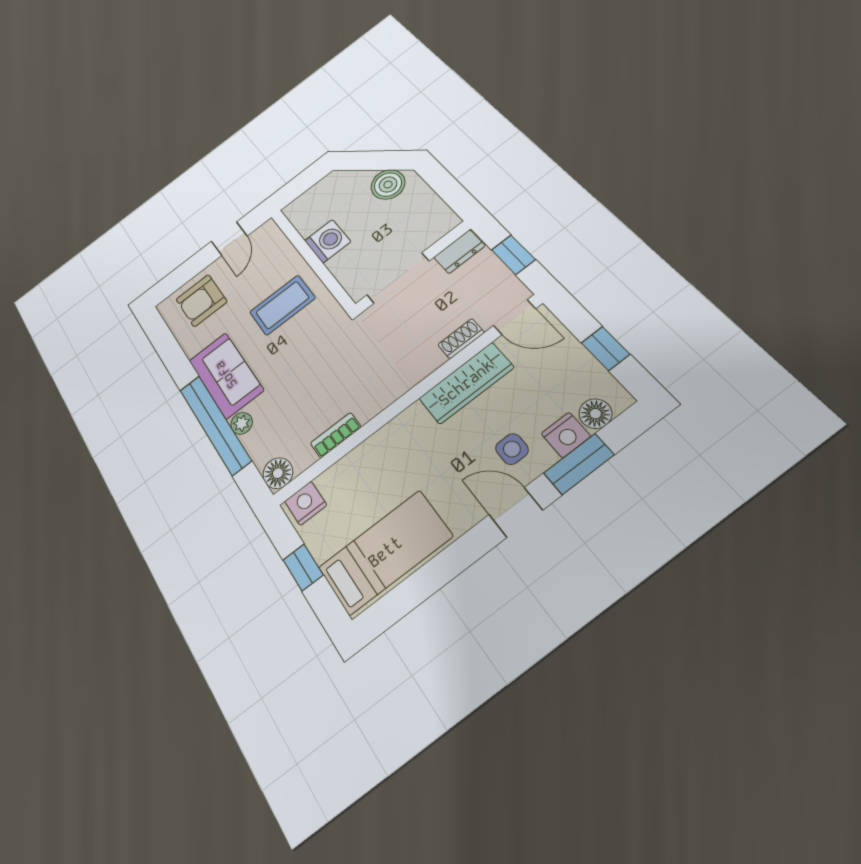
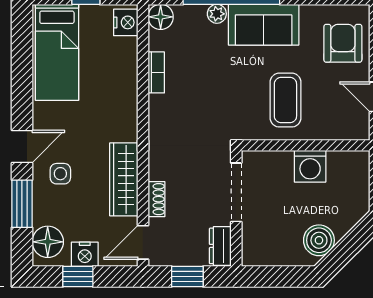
floor lamp: (595, 414) -> (48, 242), width x1.38, depth x1.38
nightstand: (566, 435) -> (85, 254), moved, turned -90

